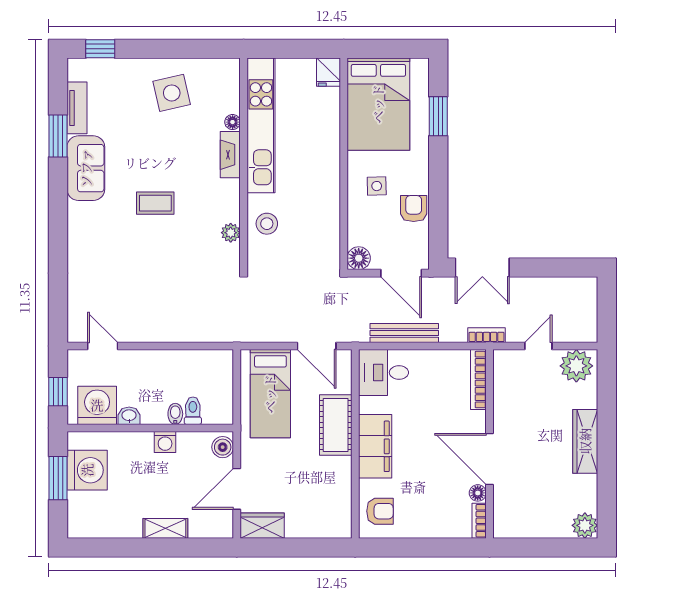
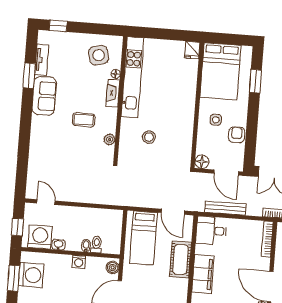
floor lamp: (233, 122) -> (116, 74), moved
kitchen unit: (261, 125) -> (132, 77), moved
fireplace: (230, 155) -> (113, 93), moved
wall: (244, 164) -> (120, 99), moved
plant: (231, 233) -> (110, 139), moved

